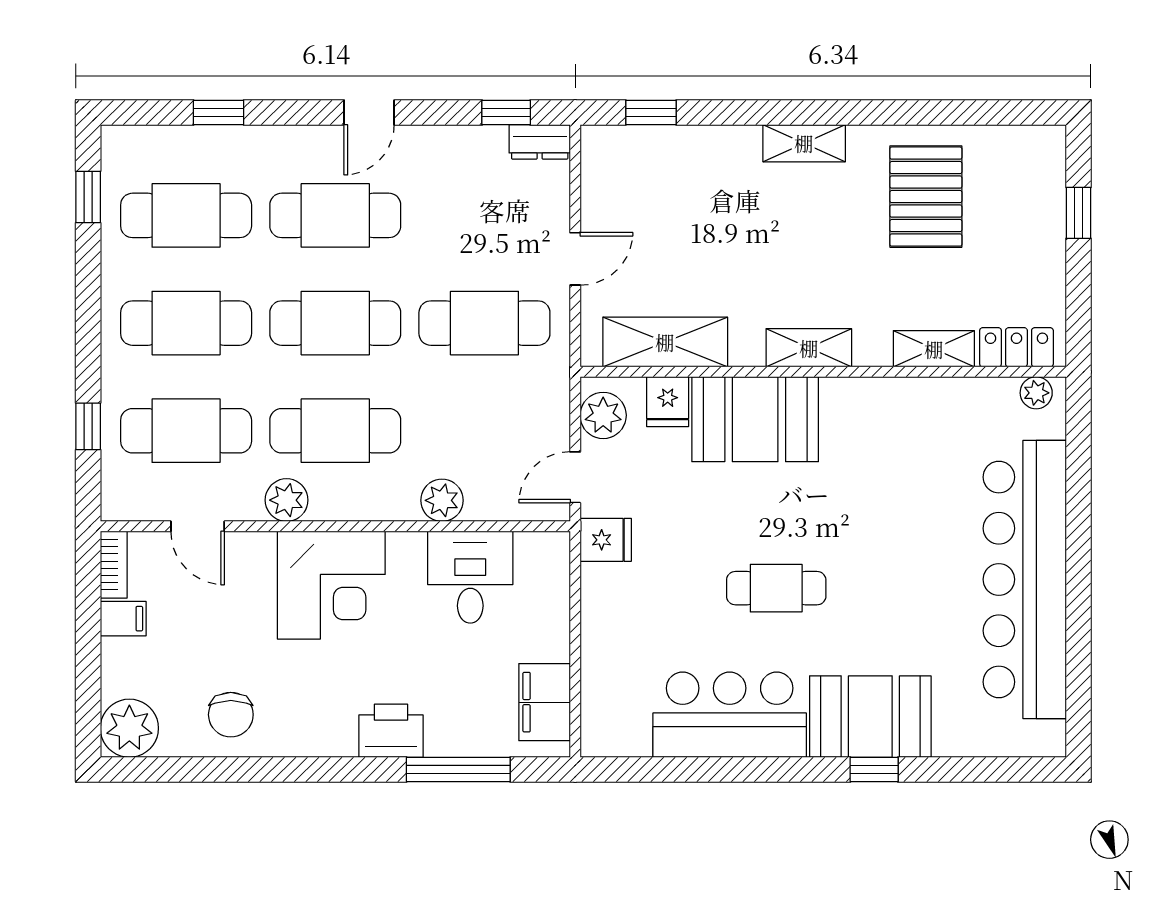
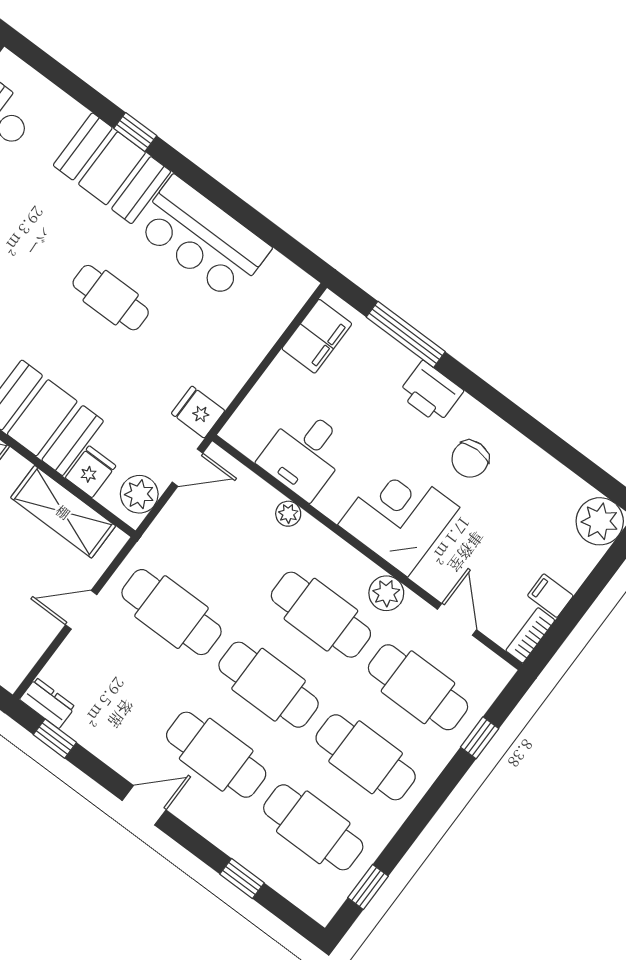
plant: (442, 500) -> (288, 514), width x0.73, depth x0.73
chair: (231, 715) -> (470, 459), moved, turned 180

